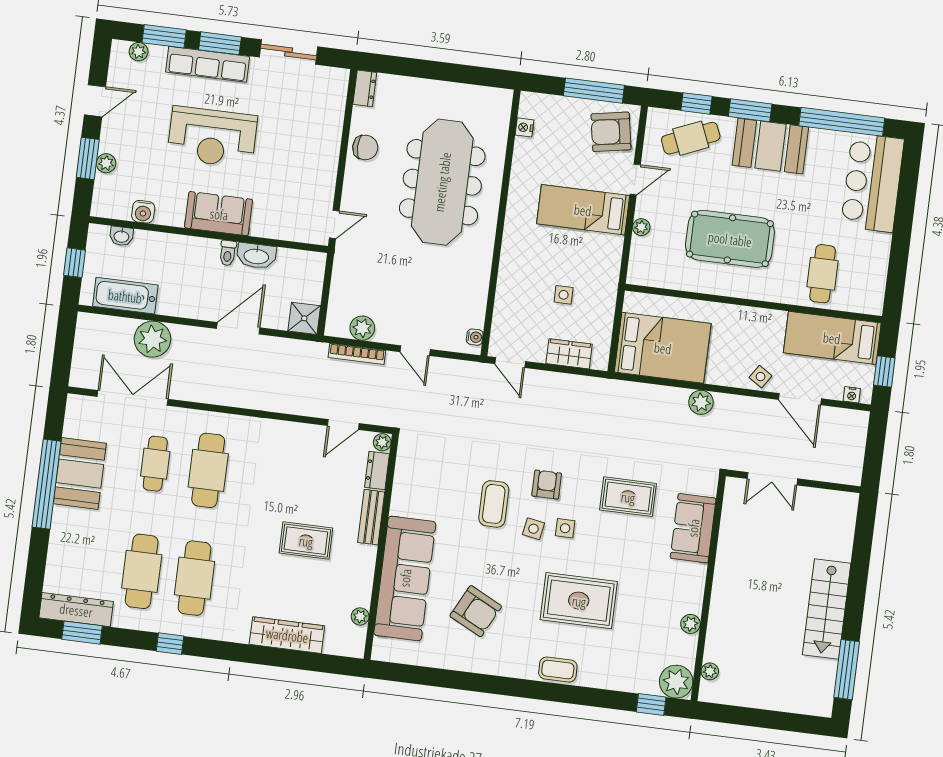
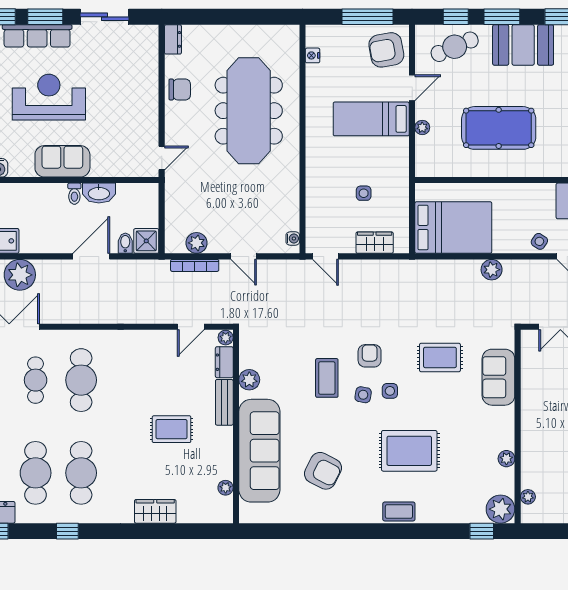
reception desk: (212, 137) -> (49, 97), turned 180
bidet: (280, 318) -> (125, 243), added
plant: (403, 495) -> (249, 380), added
wardrobe: (287, 635) -> (155, 511), width x0.67

